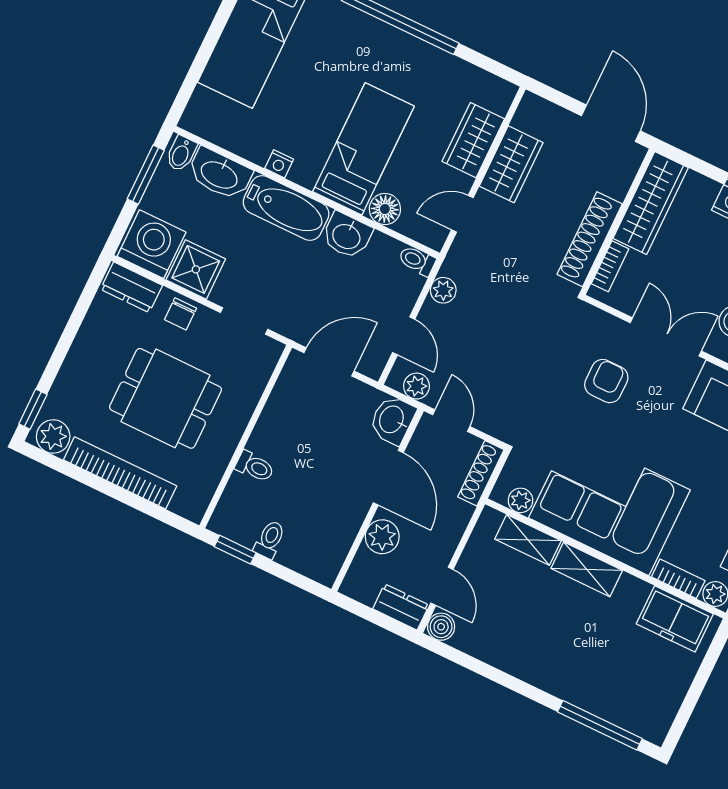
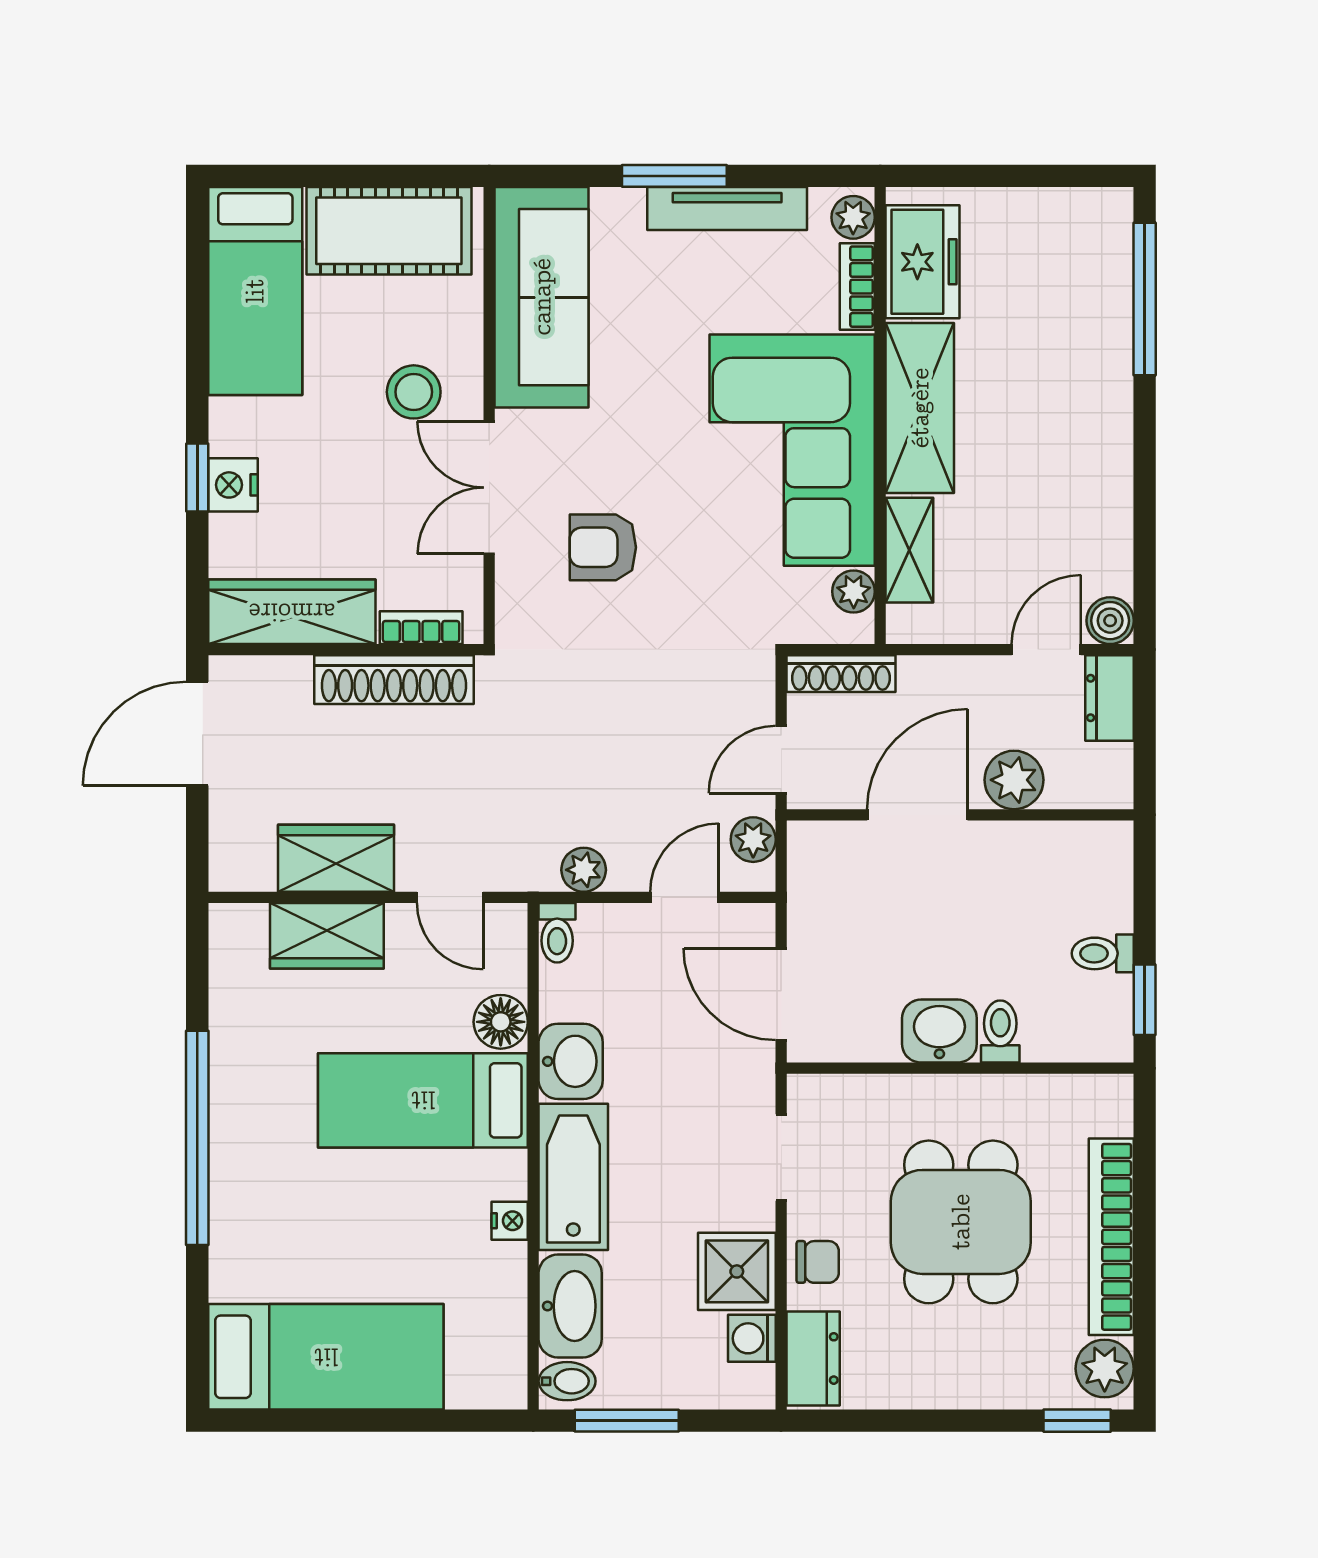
washing machine: (152, 244) -> (752, 1338), width x0.53, depth x0.53
washbasin: (392, 420) -> (939, 1031), moved, turned 180
shelving: (587, 569) -> (920, 408), width x1.50, depth x1.33

